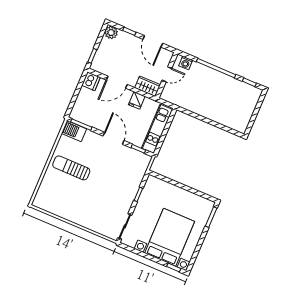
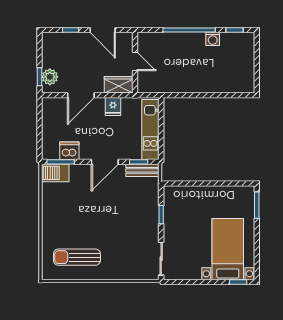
plant: (111, 33) -> (50, 77), moved
washing machine: (186, 63) -> (213, 39), moved
door: (167, 74) -> (135, 61), hinge flipped
dishwasher: (91, 81) -> (69, 151), moved, turned -90
door: (114, 138) -> (105, 162), swing flipped
bench: (138, 156) -> (142, 170), added
sun lounger: (71, 168) -> (77, 257), moved
bed with nightstands: (170, 237) -> (228, 249), width x0.73

